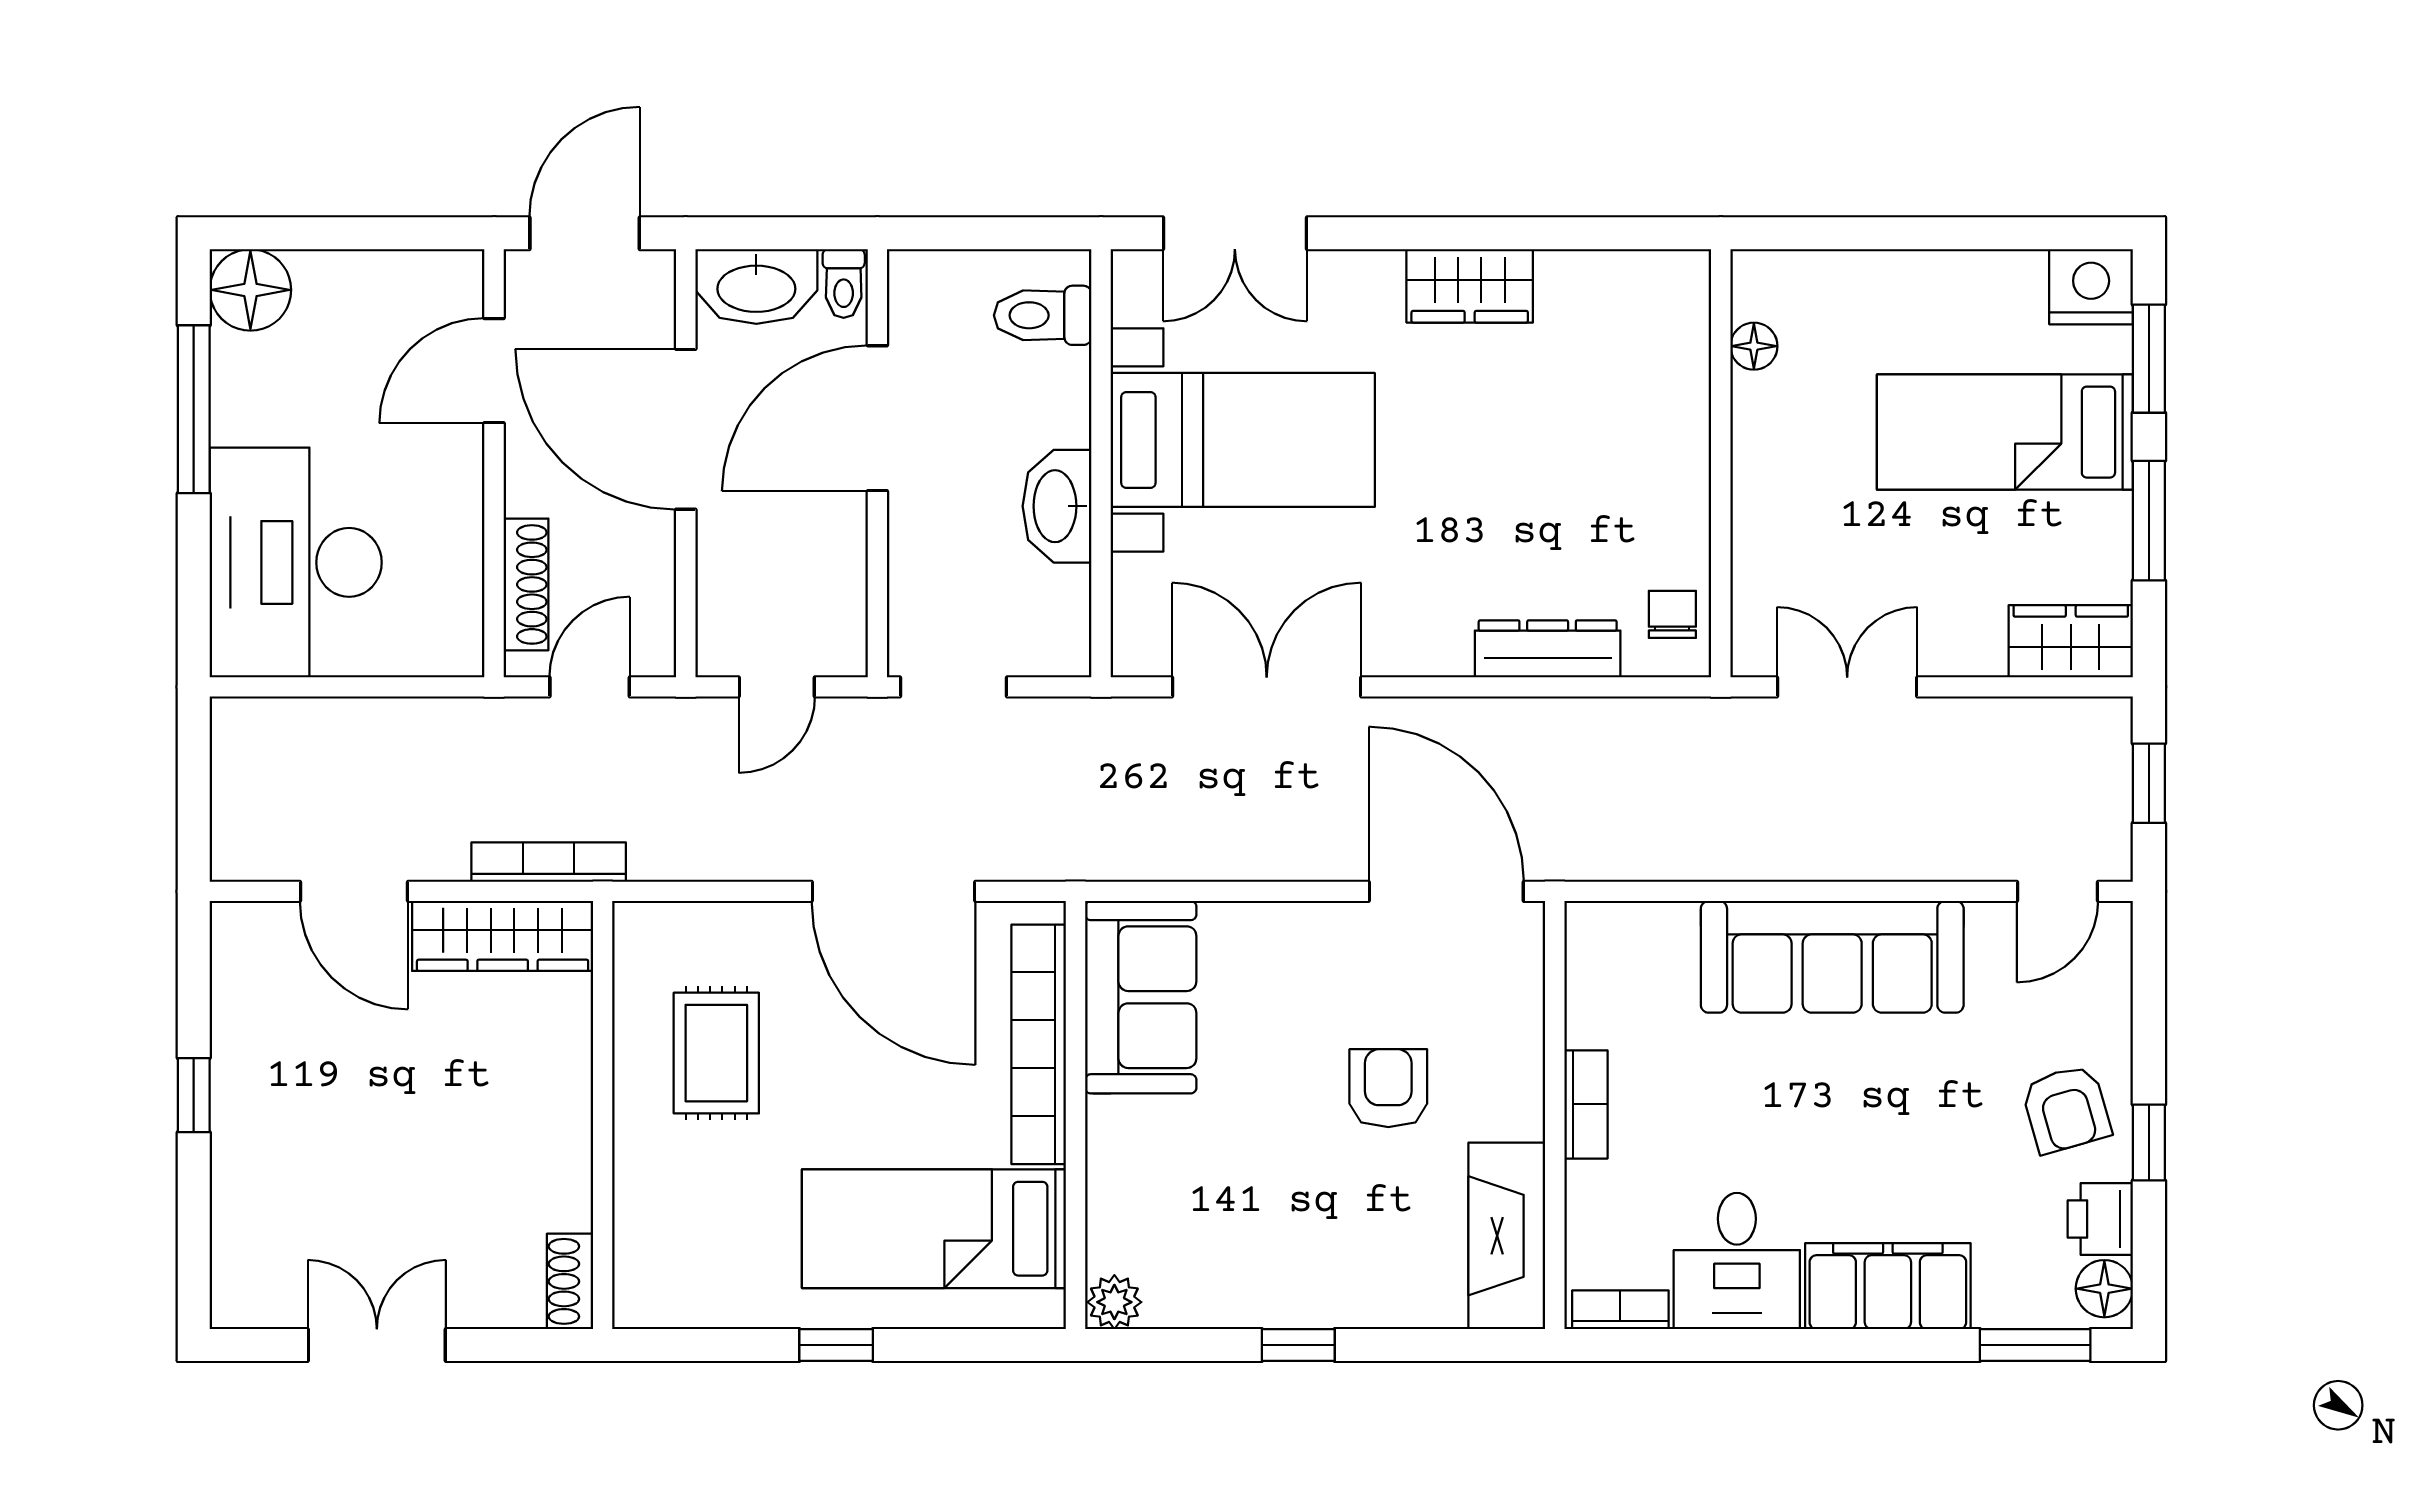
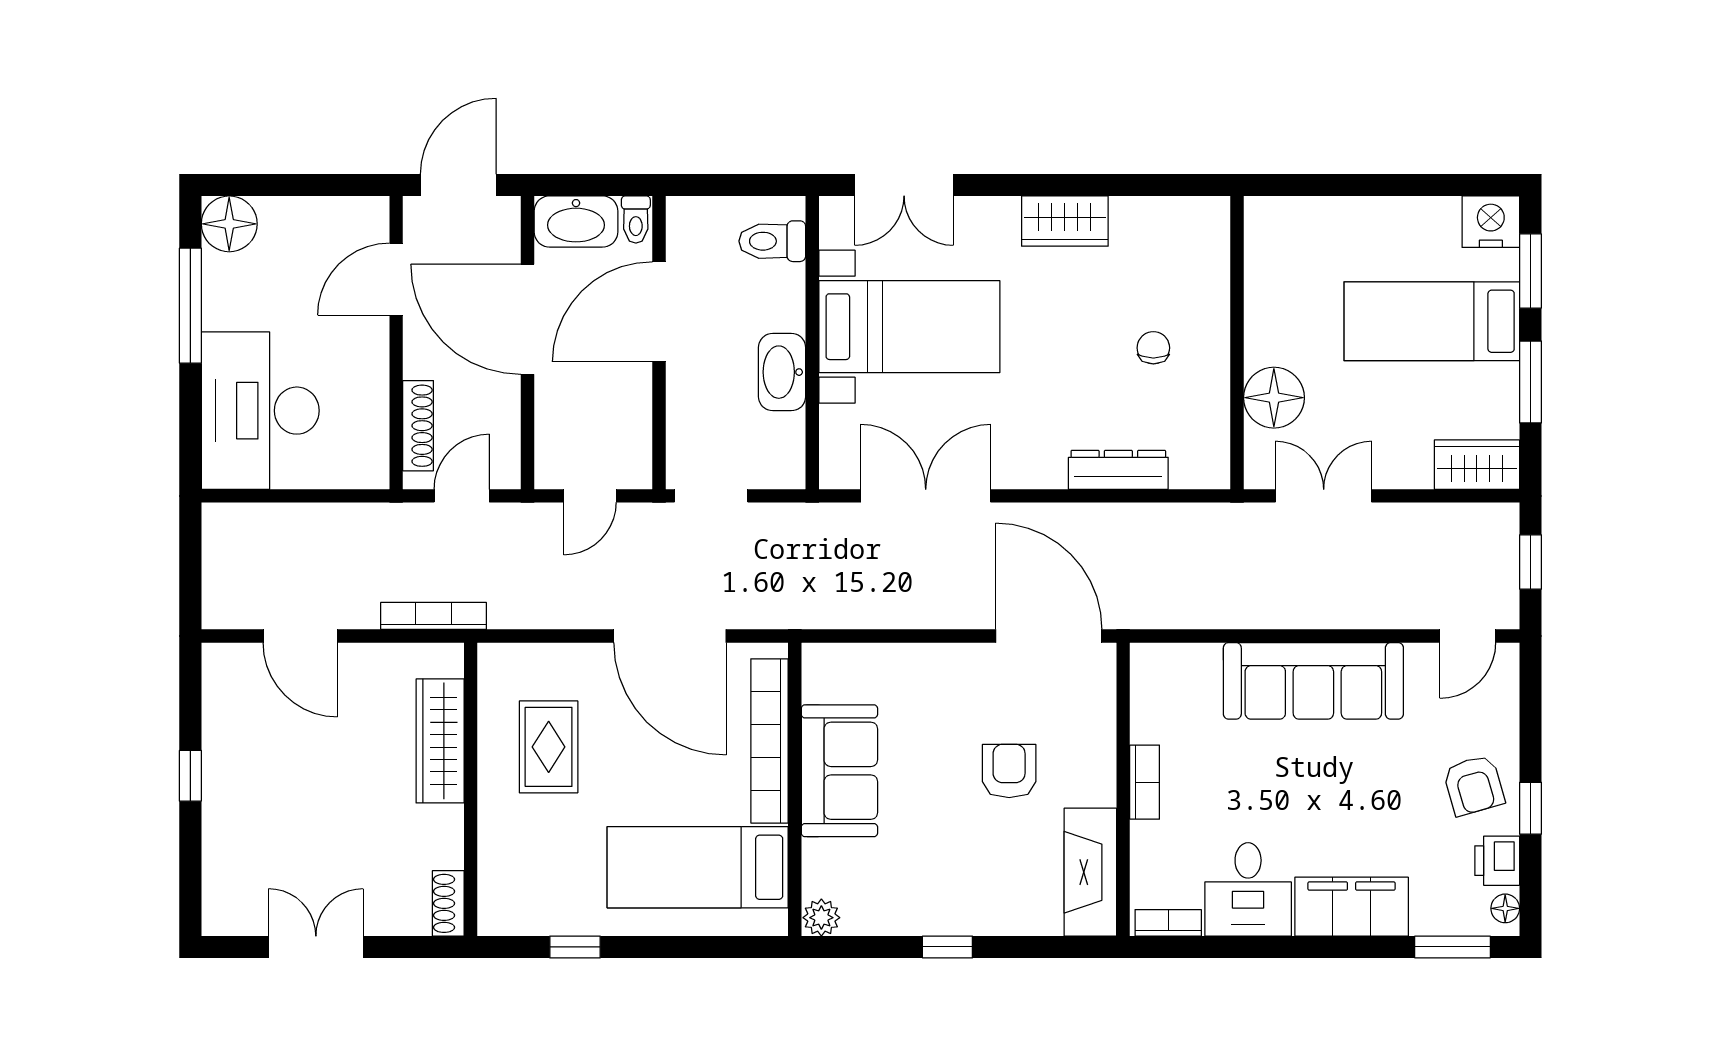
floor lamp: (1754, 346) -> (1274, 398), moved, width x1.89, depth x1.89
chair: (1672, 614) -> (1153, 348), moved
wardrobe: (503, 936) -> (440, 741), moved, turned 90
sofa: (1141, 997) -> (839, 771), moved
floor lamp: (2104, 1289) -> (1505, 908), width x0.73, depth x0.73
window: (836, 1345) -> (575, 947), moved

